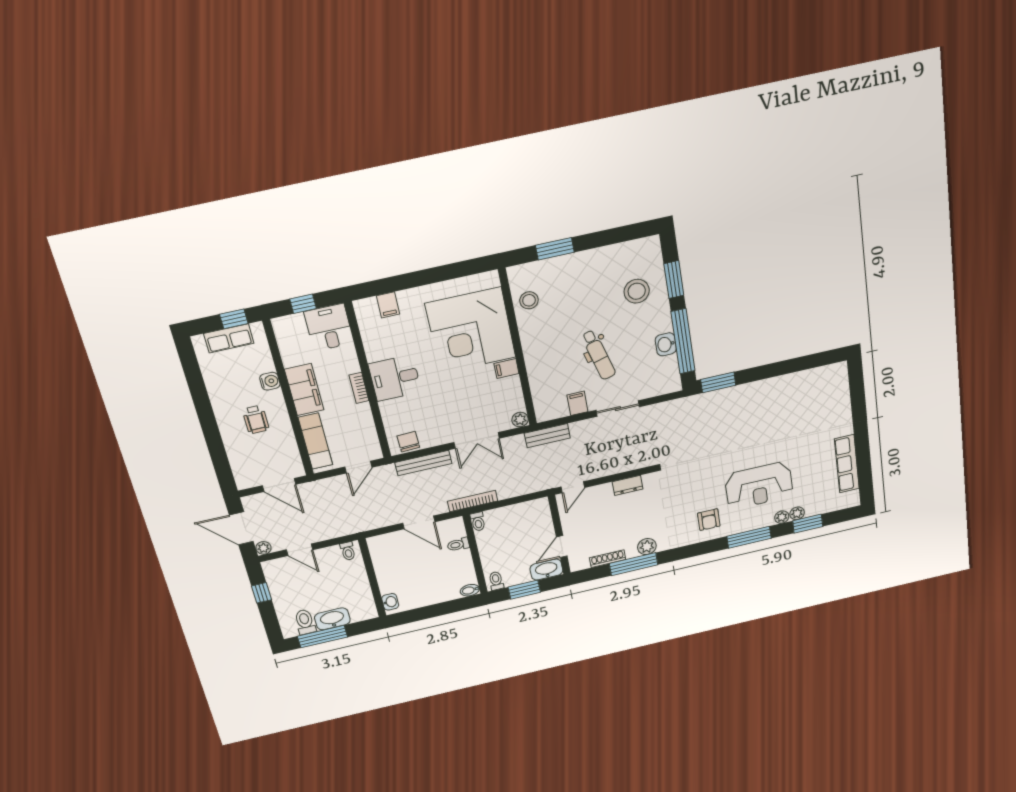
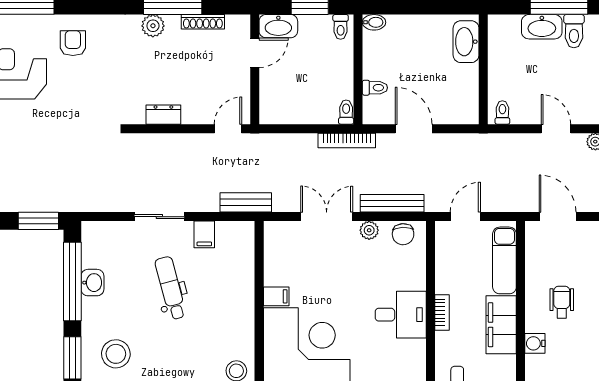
plant: (520, 420) -> (369, 230), moved
washbasin: (390, 602) -> (466, 42), width x1.91, depth x1.45

